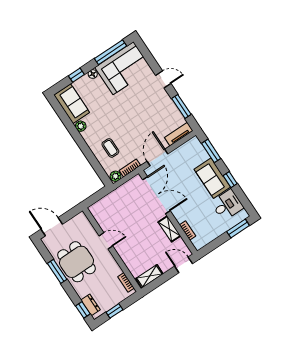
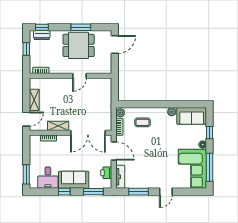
printer: (184, 151) -> (106, 173), added
shelving: (149, 276) -> (34, 100), moved

